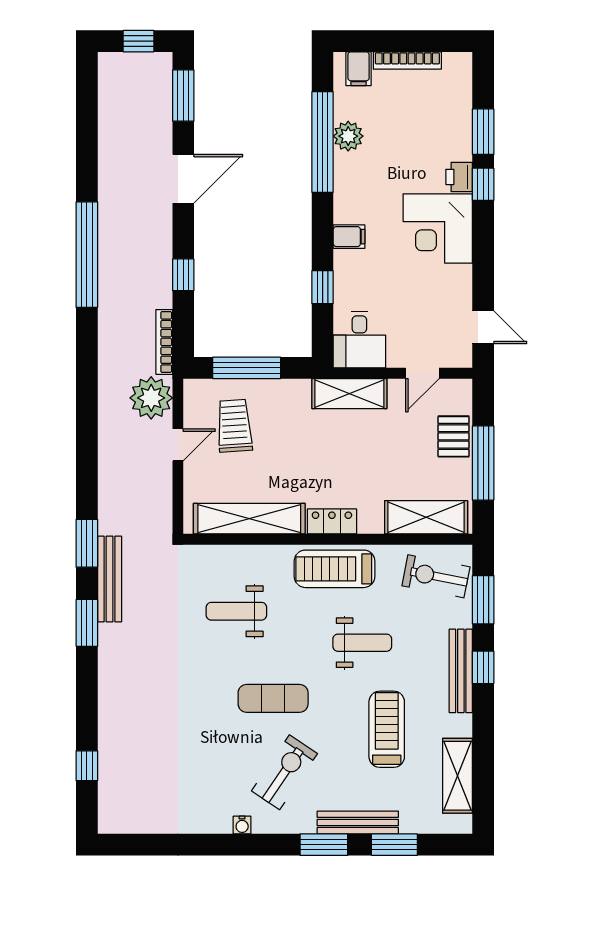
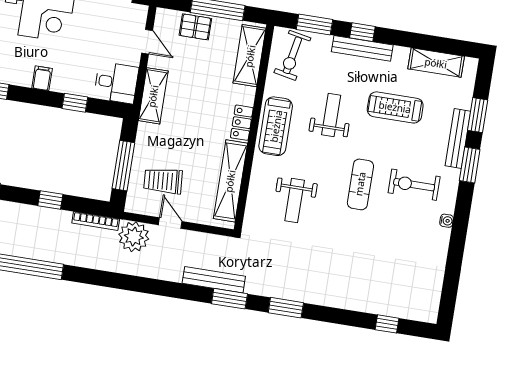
bench: (110, 579) -> (214, 280), moved
exercise bike: (284, 772) -> (414, 185), turned -34

